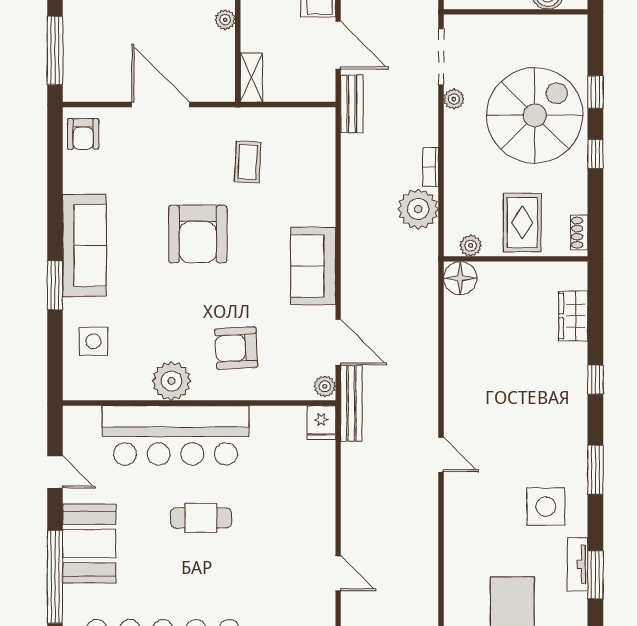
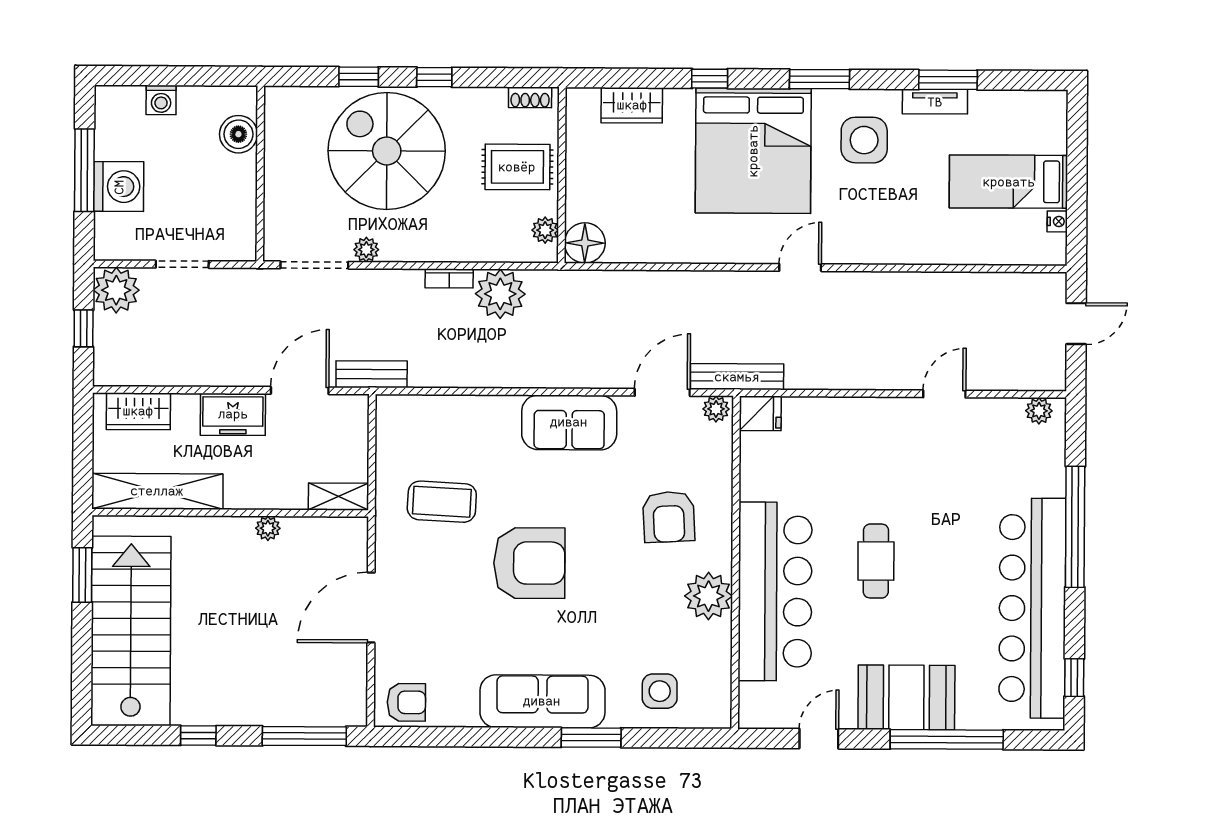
coffee table: (248, 162) -> (442, 502), width x1.36, depth x1.30
bed: (537, 416) -> (753, 151), added

